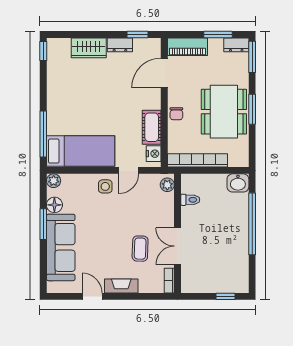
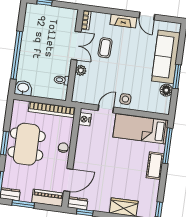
dresser: (120, 45) -> (78, 203), moved
cot: (152, 127) -> (155, 166), moved
plant: (54, 181) -> (164, 109), removed
plant: (167, 185) -> (81, 70), moved

